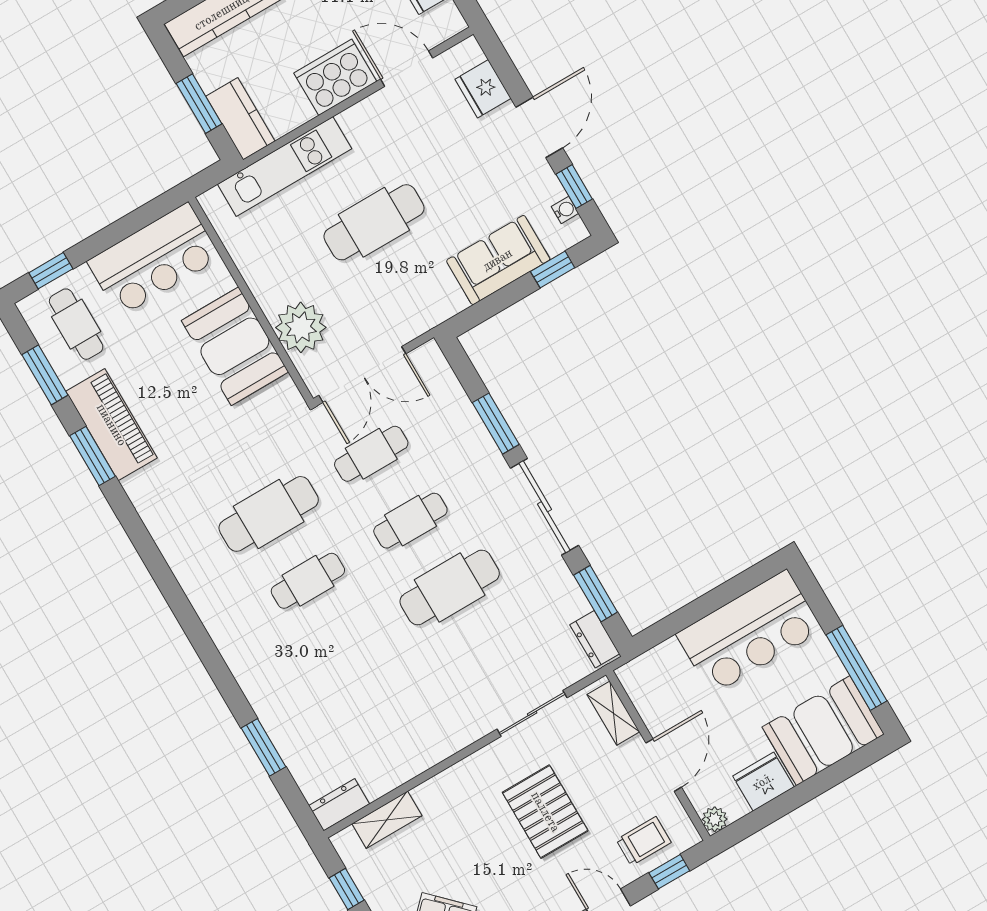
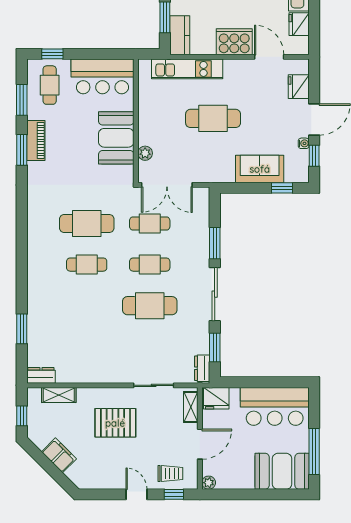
water cooler: (565, 210) -> (304, 143), moved
plant: (301, 327) -> (145, 153), width x0.53, depth x0.53
piano: (111, 425) -> (36, 141), width x0.73, depth x0.75
fridge: (763, 782) -> (216, 398), moved, turned 180
pallet: (545, 812) -> (115, 423), moved, turned 90

